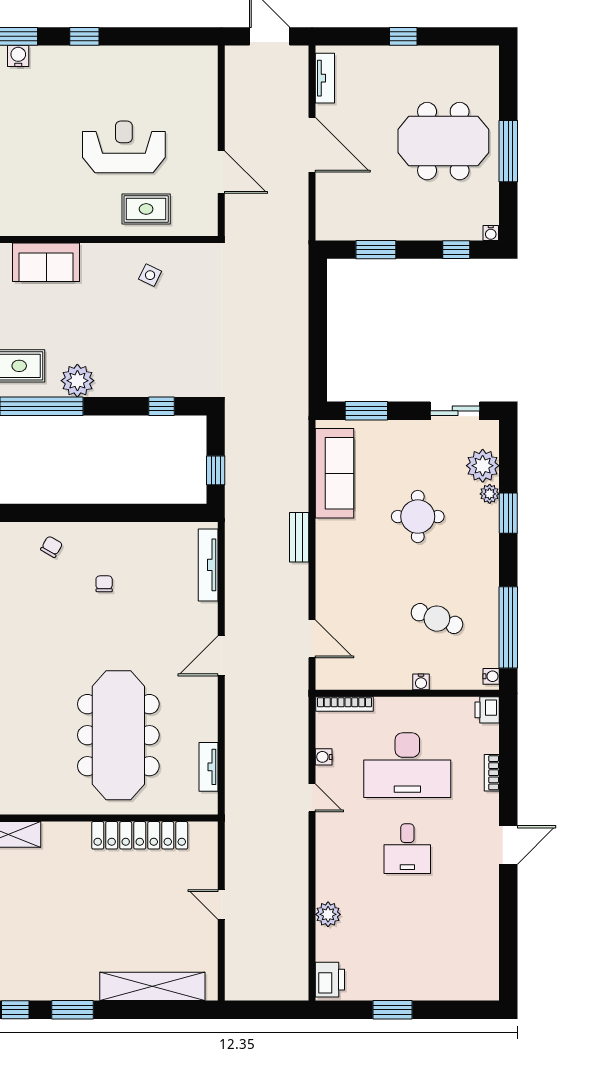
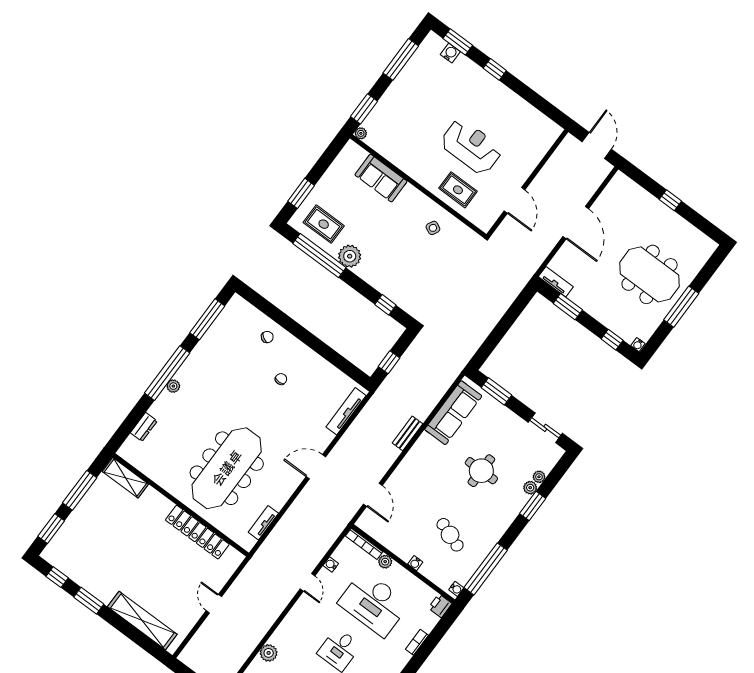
tv unit: (325, 78) -> (556, 282), moved, turned -90
plant: (483, 466) -> (539, 477), width x0.53, depth x0.53
plant: (385, 706) -> (385, 562), added

